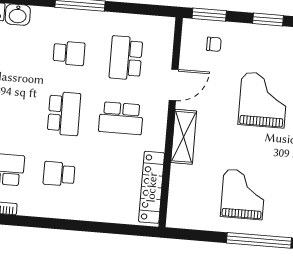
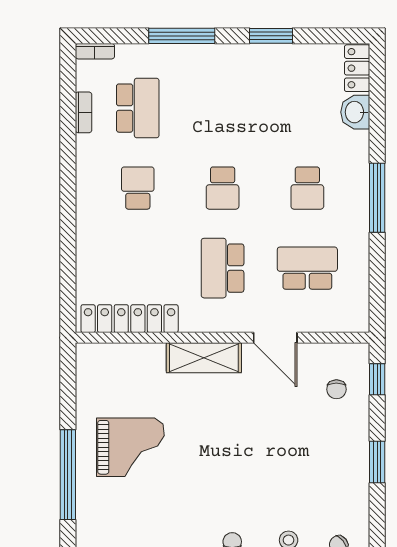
window: (209, 15) -> (377, 379), width x0.67
grand piano: (263, 100) -> (264, 464), removed
school desk: (64, 114) -> (223, 188), width x0.54

